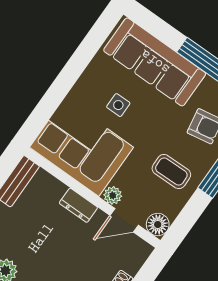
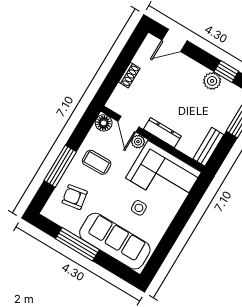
dresser: (78, 205) -> (162, 133), width x1.44
door: (124, 220) -> (128, 124), swing flipped

